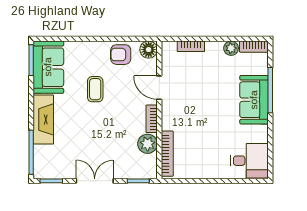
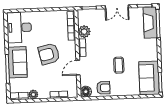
door: (159, 88) -> (78, 68), swing flipped
armchair: (204, 111) -> (49, 54), added
fireplace: (43, 119) -> (150, 23), moved
desk: (249, 161) -> (19, 28), width x1.37

